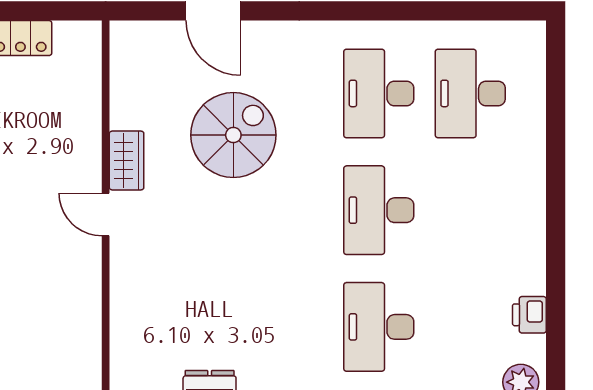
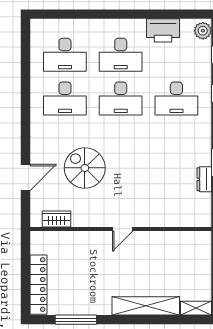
wardrobe: (127, 161) -> (57, 219), moved
desk: (470, 210) -> (121, 55), added
printer: (529, 315) -> (163, 30), width x1.87, depth x1.48

